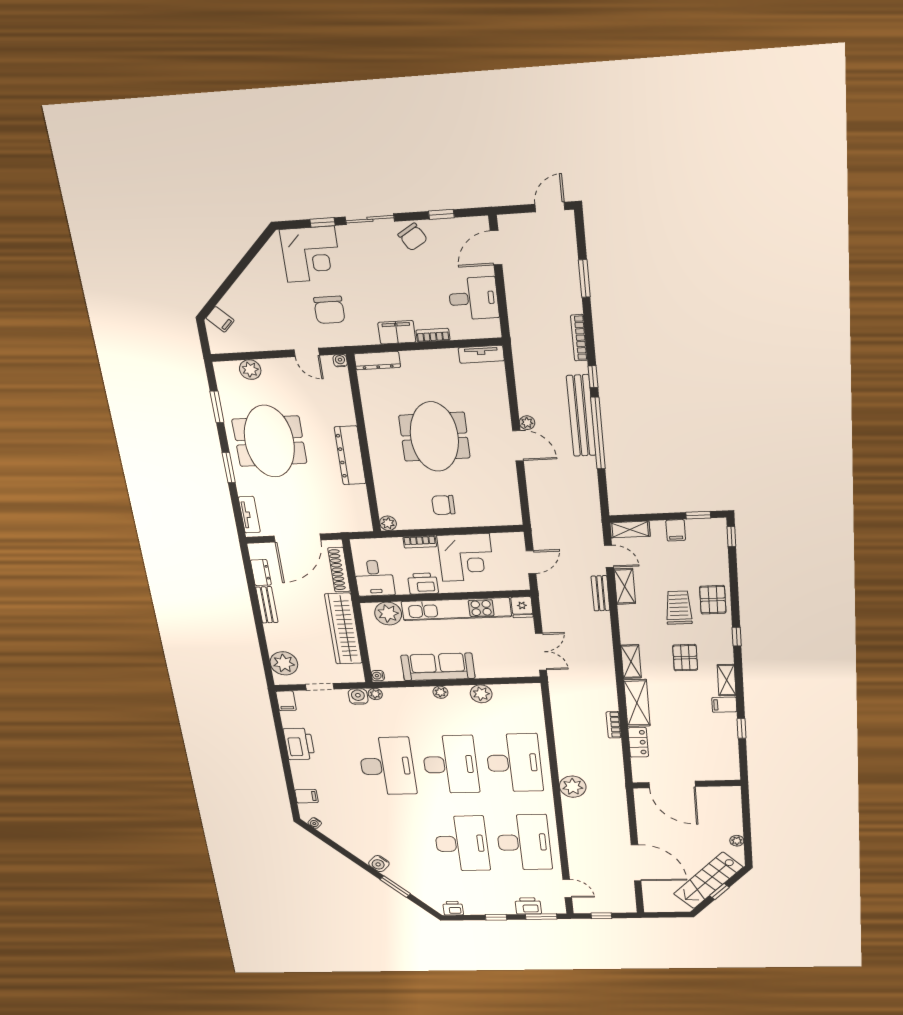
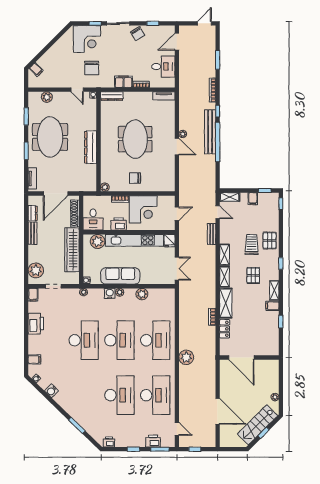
shelving: (625, 586) -> (224, 255), moved
water cooler: (358, 696) -> (110, 293), moved
water cooler: (379, 864) -> (52, 391), moved

